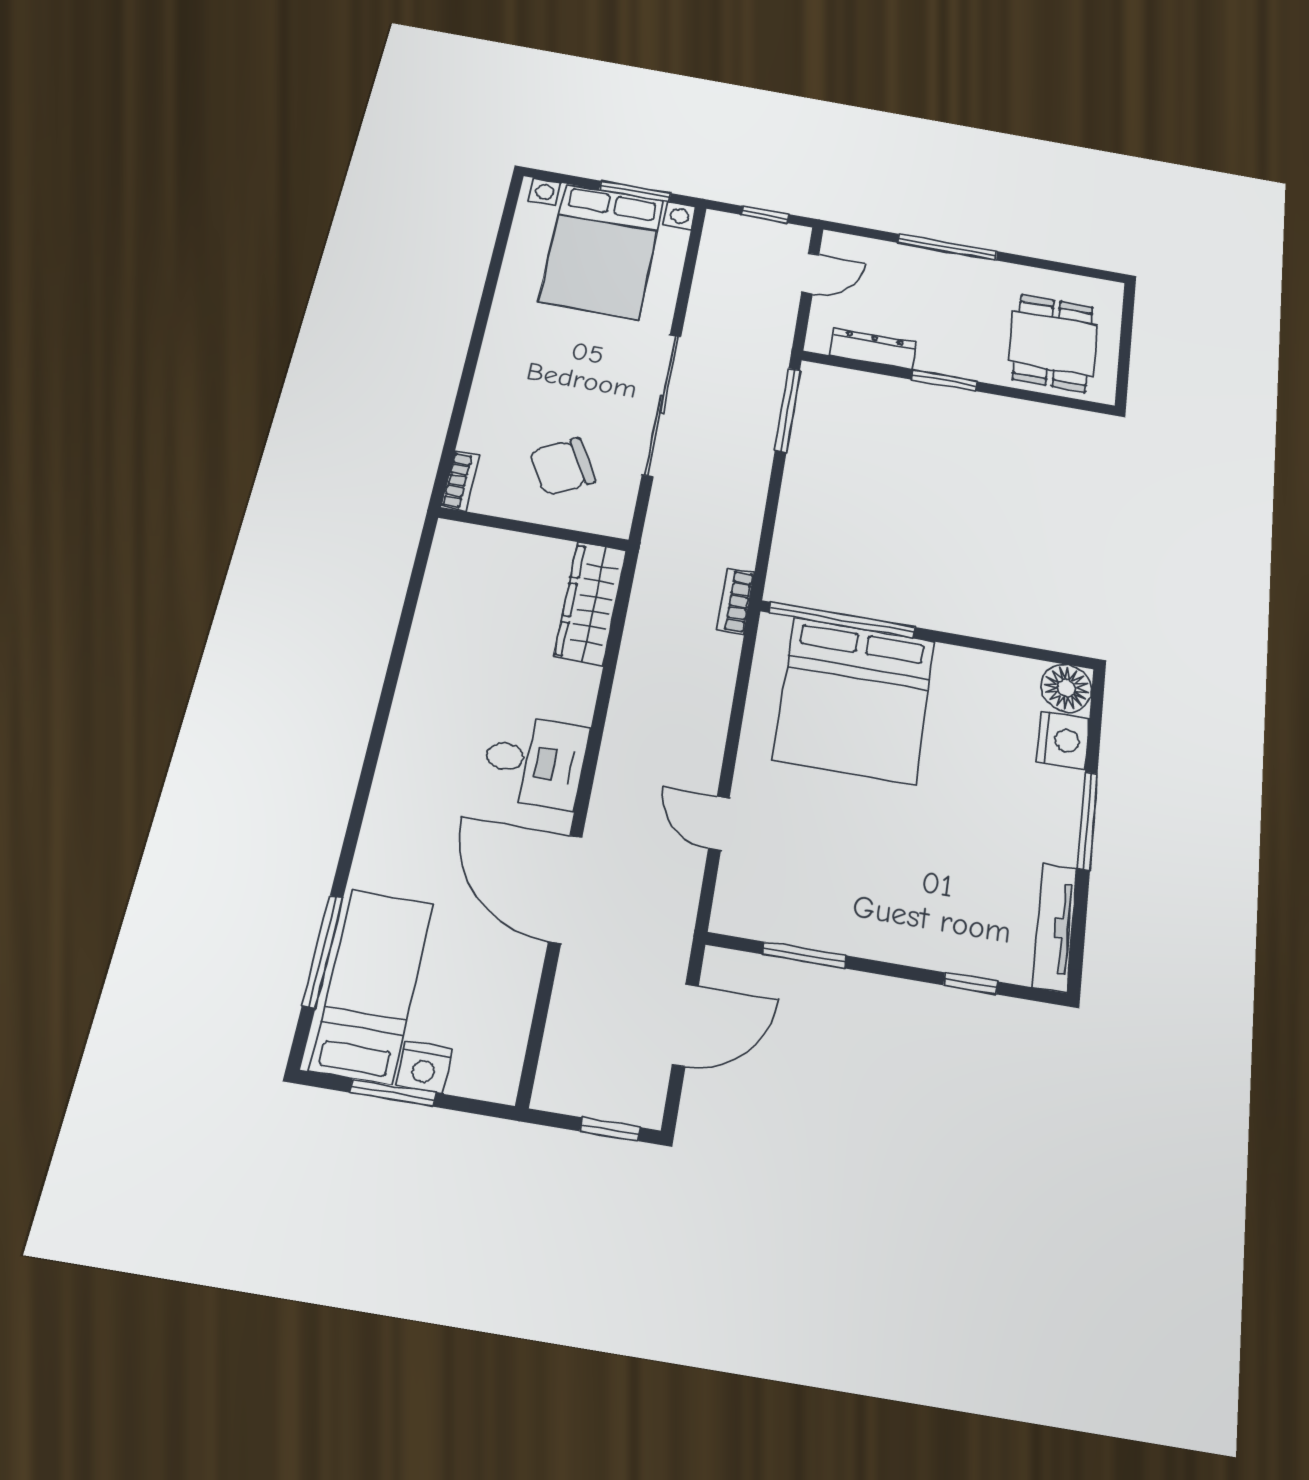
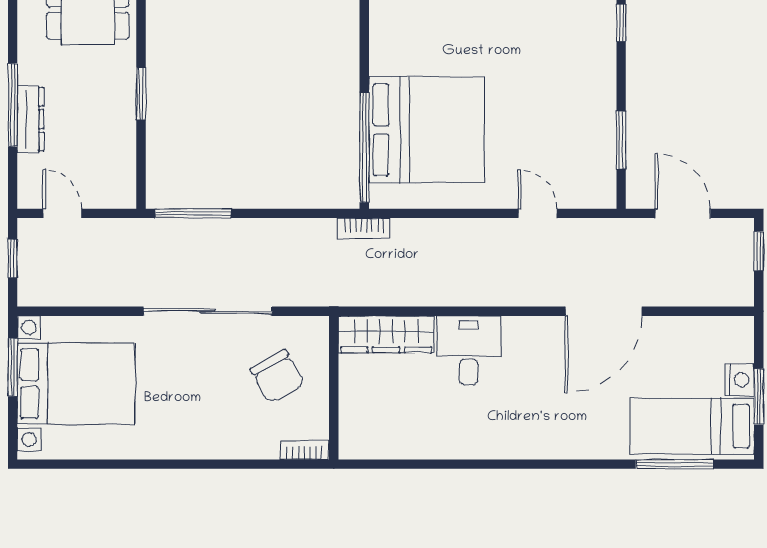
dresser: (873, 349) -> (30, 119), moved, turned 180
desk: (535, 761) -> (469, 351), moved
door: (719, 823) -> (538, 213), swing flipped

